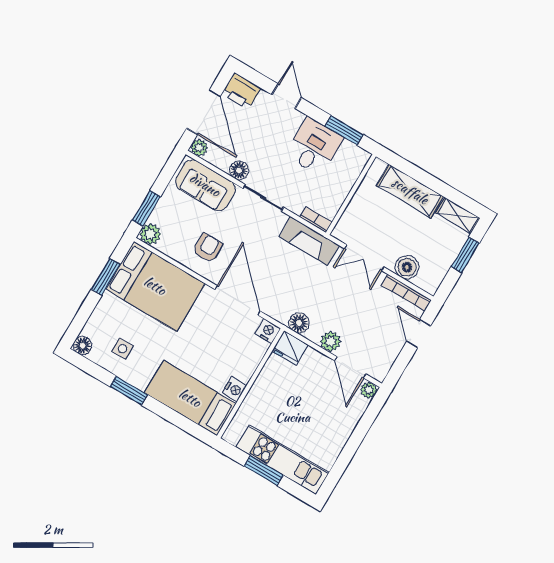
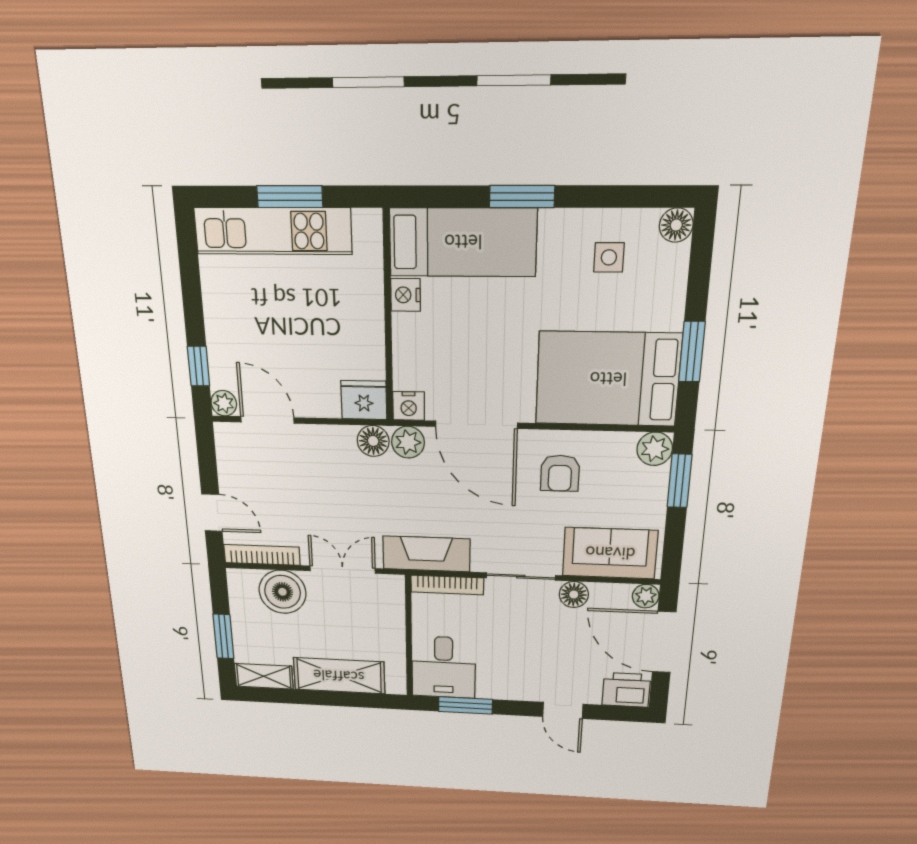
desk: (314, 147) -> (444, 667), moved
bookcase: (316, 220) -> (447, 585), width x1.56
boiler: (407, 267) -> (282, 592), width x1.37, depth x1.37
plant: (331, 341) -> (408, 442), moved
window: (129, 391) -> (522, 197), moved
window: (369, 417) -> (198, 366), added

